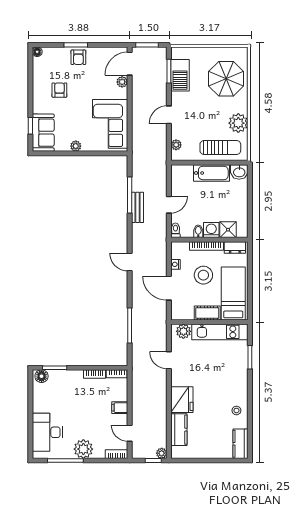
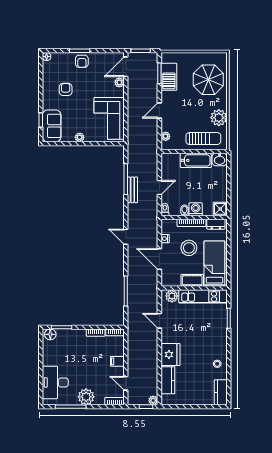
shower: (228, 230) -> (220, 209), moved

